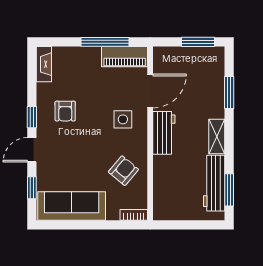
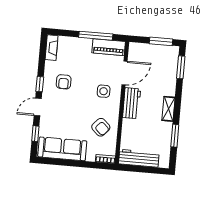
window: (229, 92) -> (181, 67), moved
armchair: (123, 171) -> (101, 127), turned 93
workbench: (214, 183) -> (139, 158), moved, turned 90
window: (229, 190) -> (175, 136), moved

